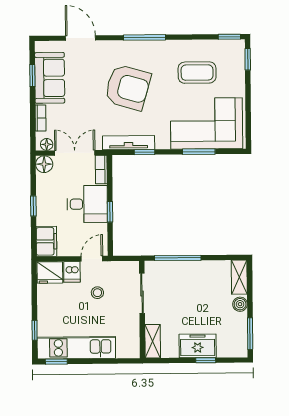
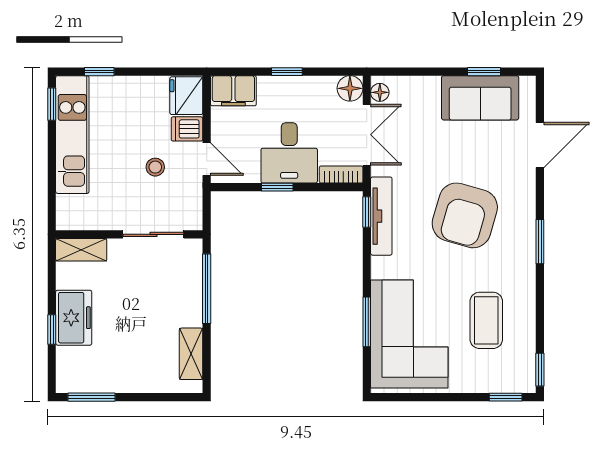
window: (145, 37) -> (540, 242), width x0.69
bookcase: (41, 118) -> (420, 84), removed
window: (145, 152) -> (367, 212), moved
shelving: (239, 277) -> (191, 354), moved, turned 90
boiler: (240, 304) -> (136, 382), removed

